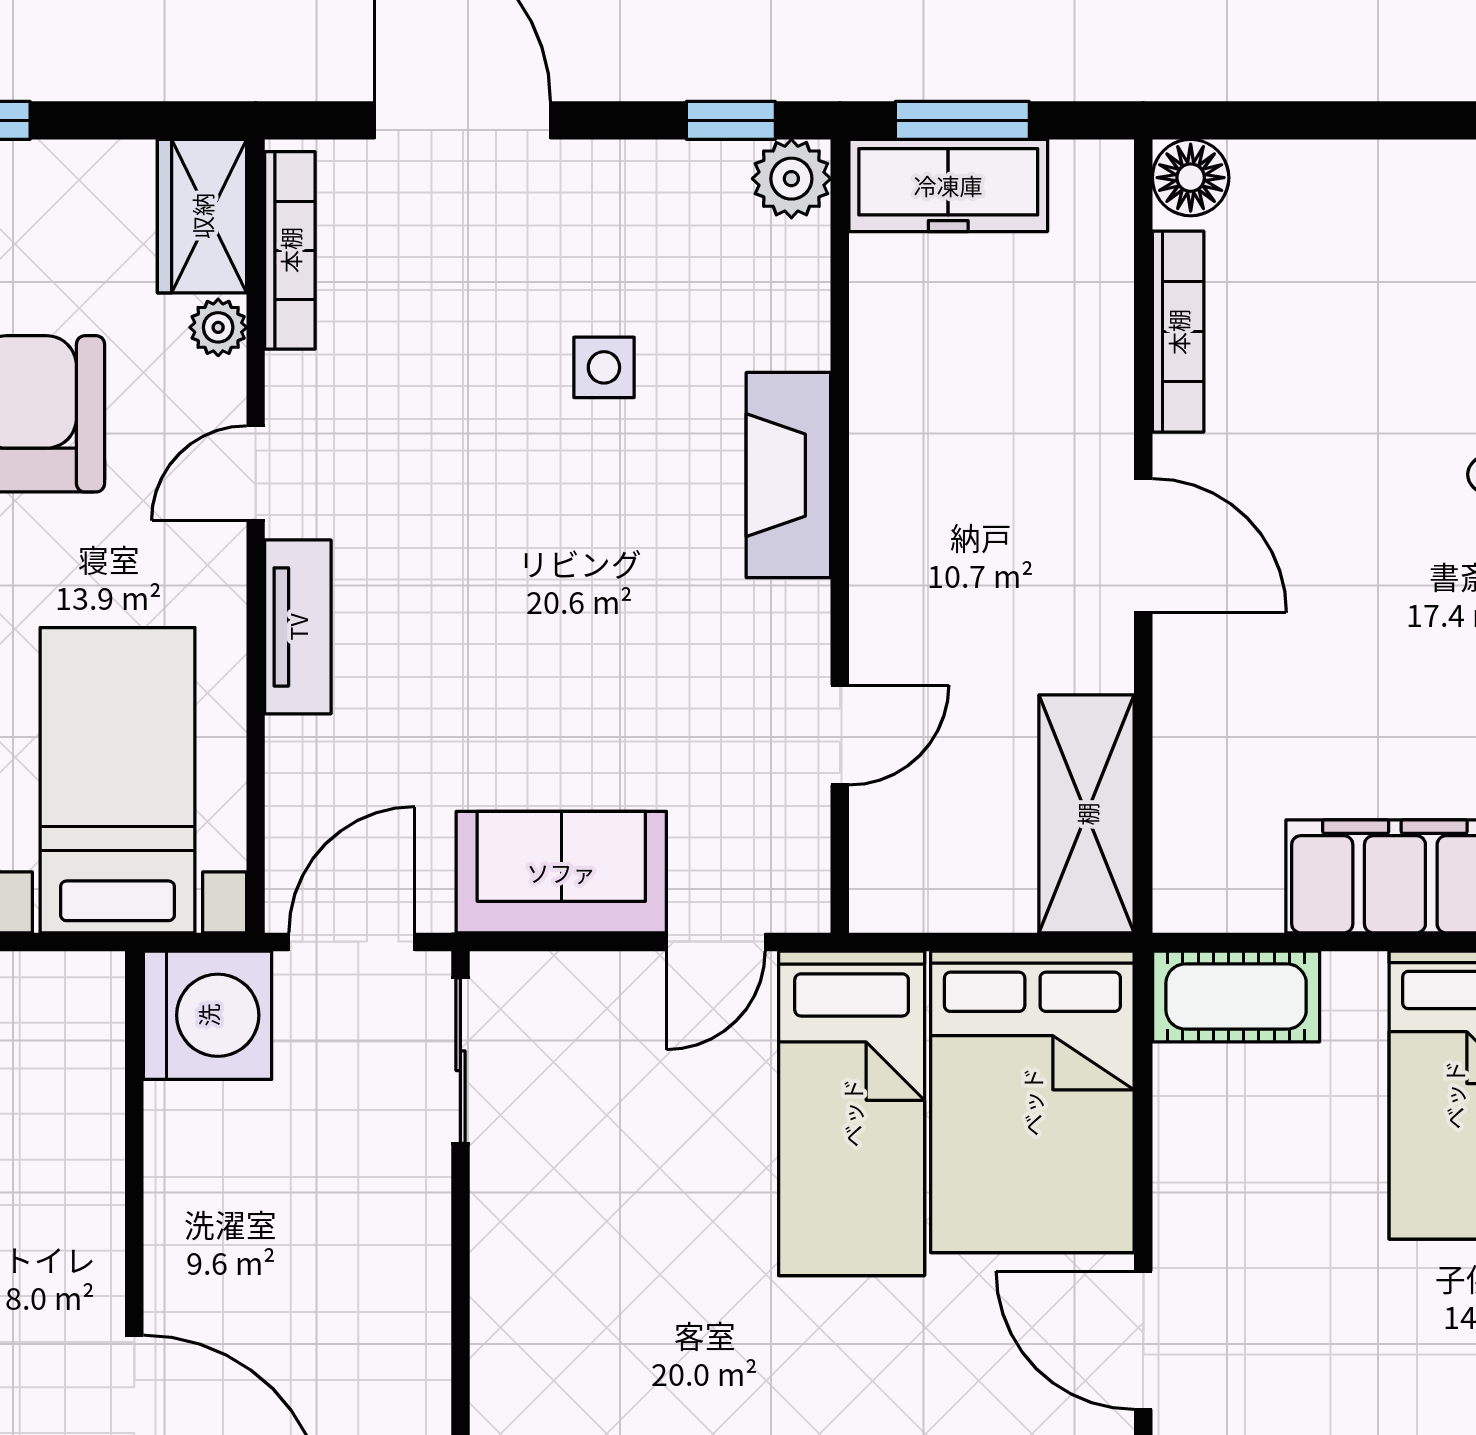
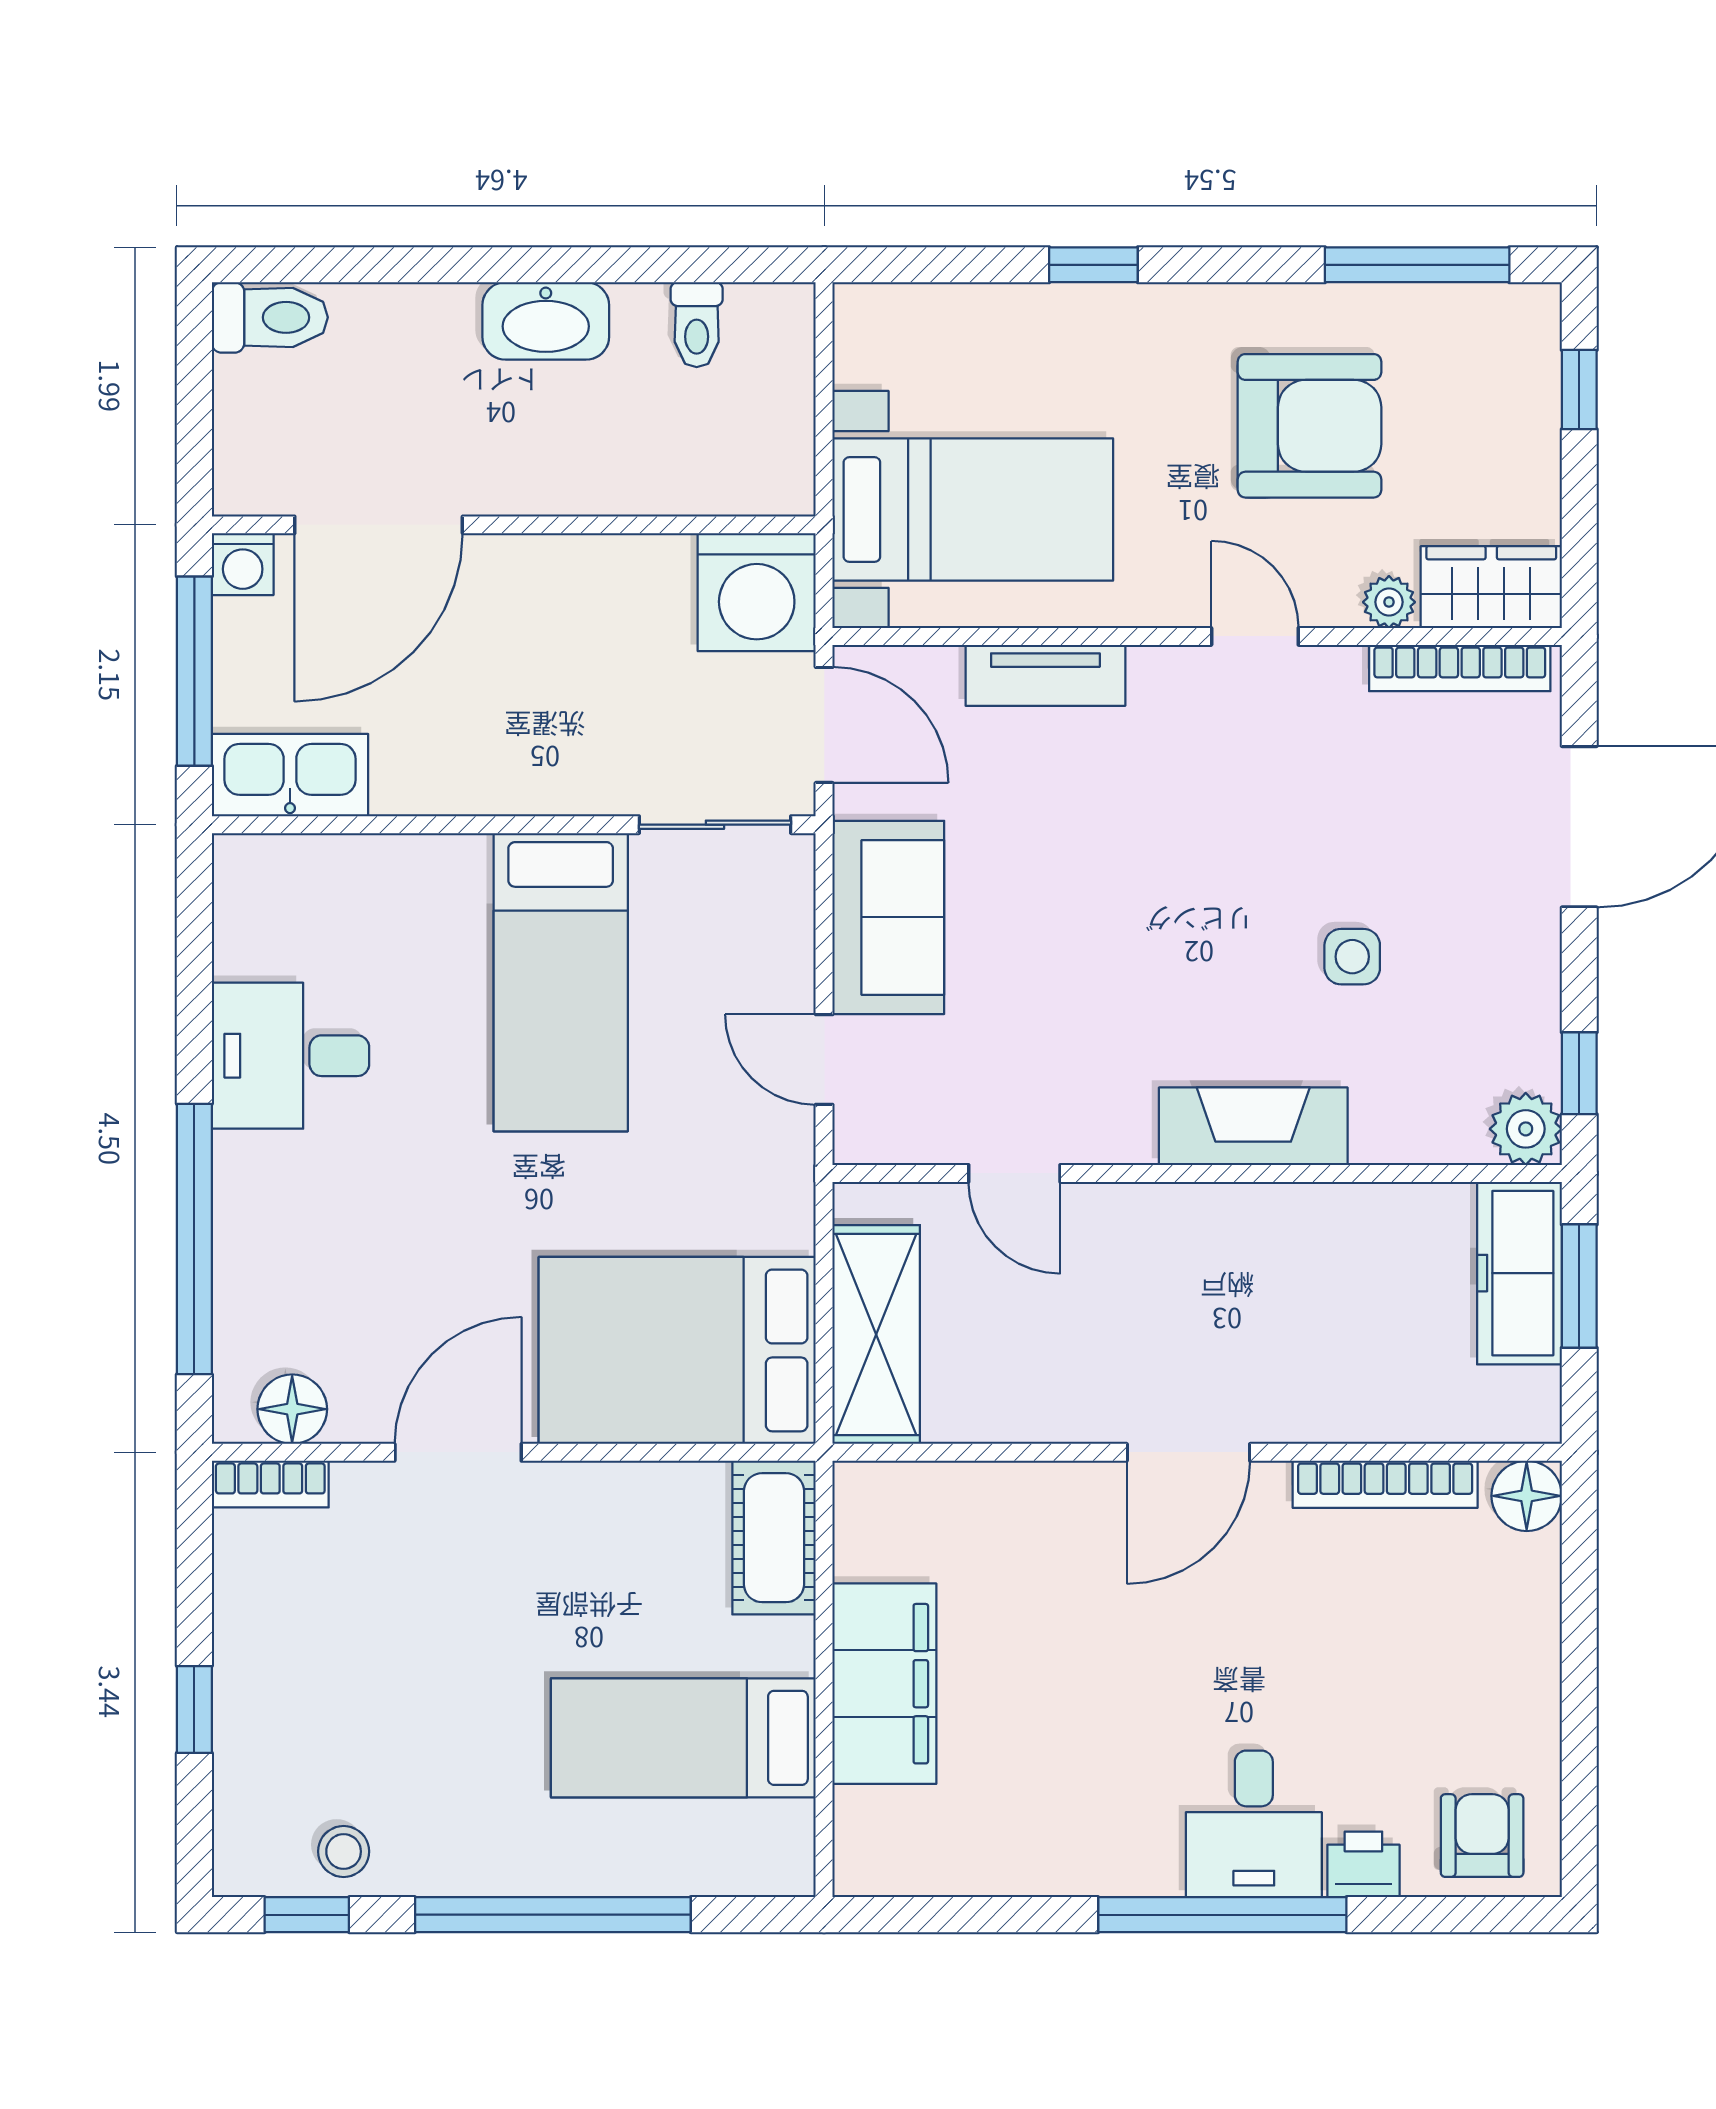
tv unit: (298, 627) -> (1045, 675), moved
shelving: (1087, 814) -> (876, 1335), moved, turned 90
bed: (852, 1113) -> (561, 982), moved, turned -90

